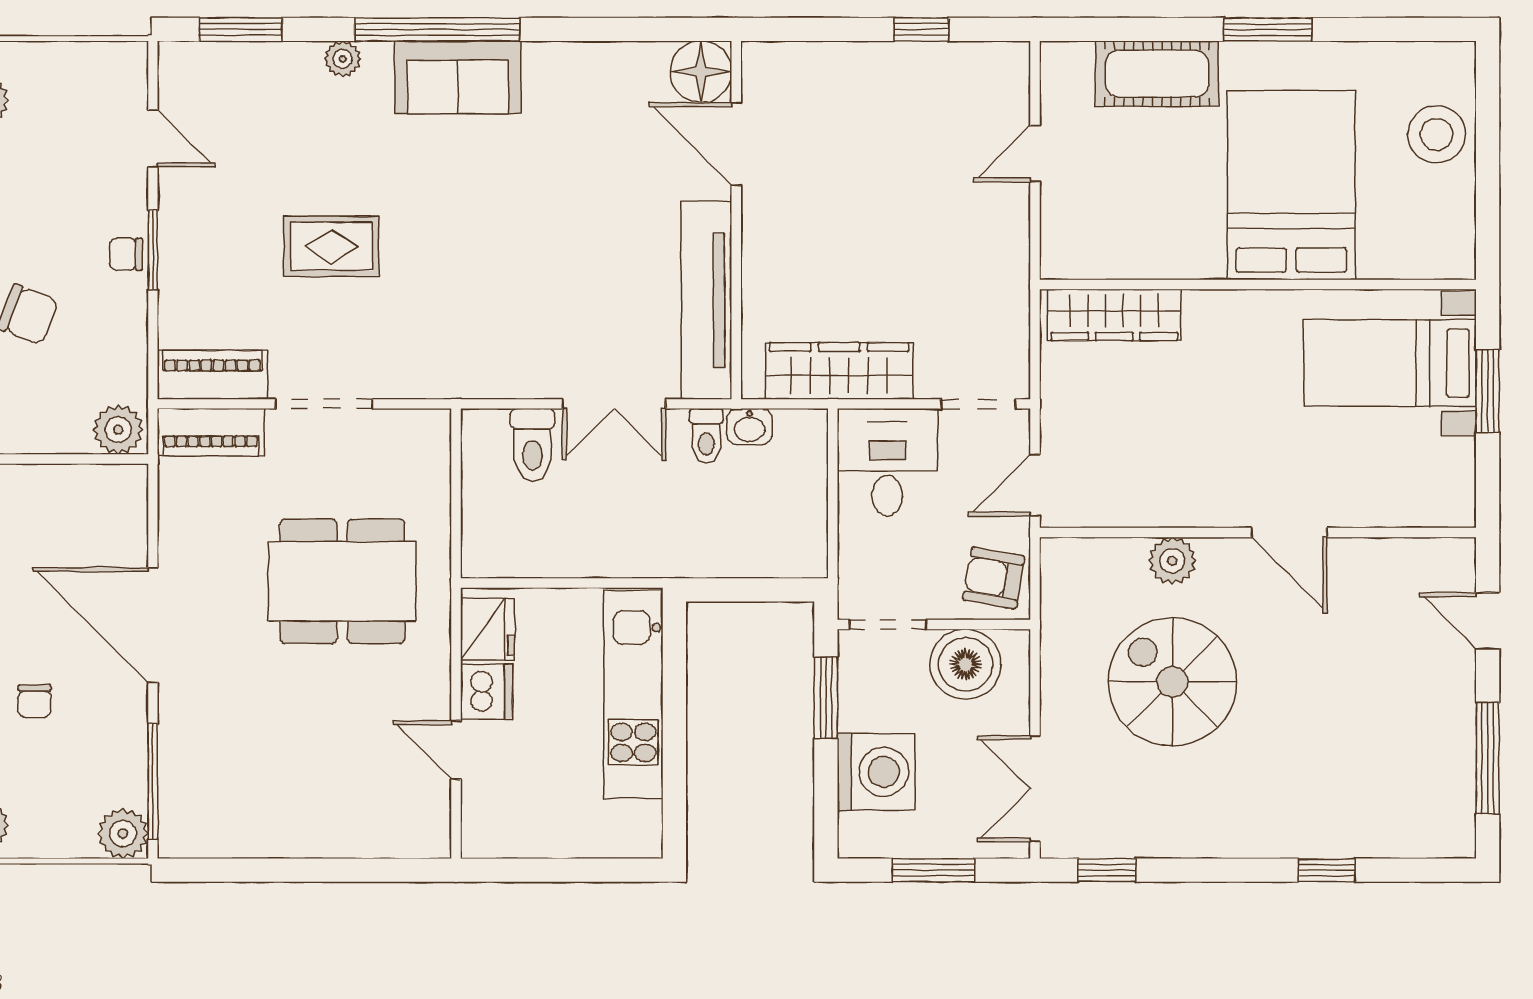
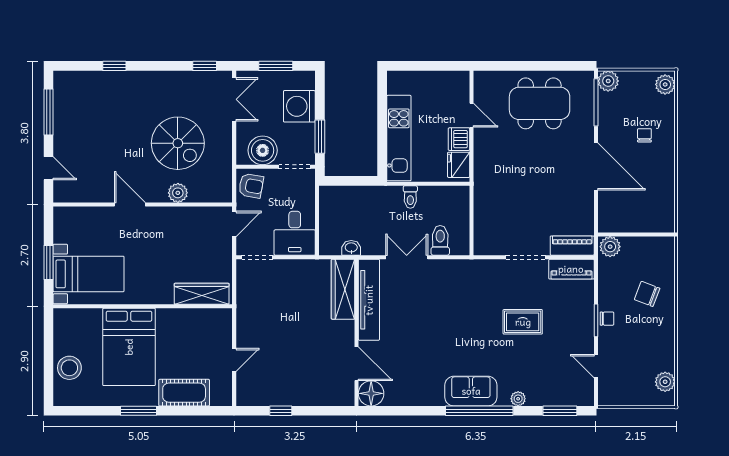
wardrobe: (839, 371) -> (343, 289), moved, turned 90
toilet: (706, 436) -> (410, 197), moved, turned 180
dining table: (342, 581) -> (540, 103), moved

